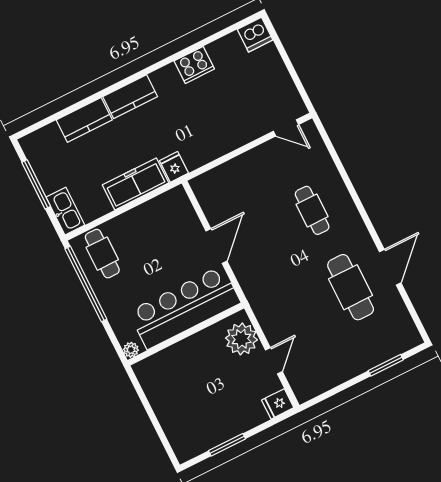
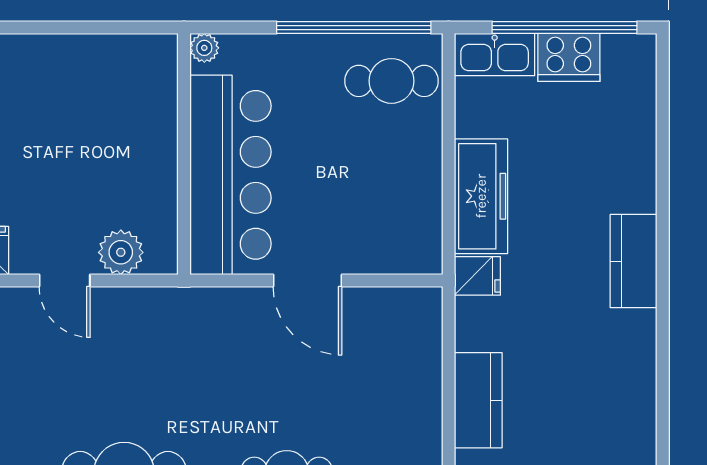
cooker: (194, 65) -> (569, 57), moved, turned -90
kitchen counter: (84, 120) -> (478, 400), moved, turned 180
window: (36, 184) -> (565, 28), width x1.46
plant: (241, 339) -> (121, 252), width x0.73, depth x0.73

